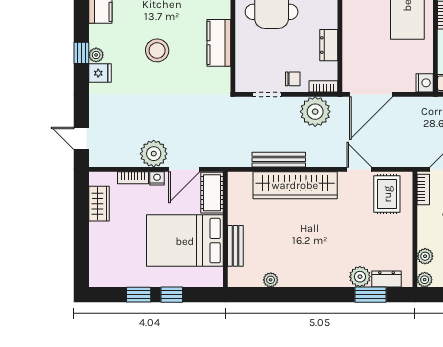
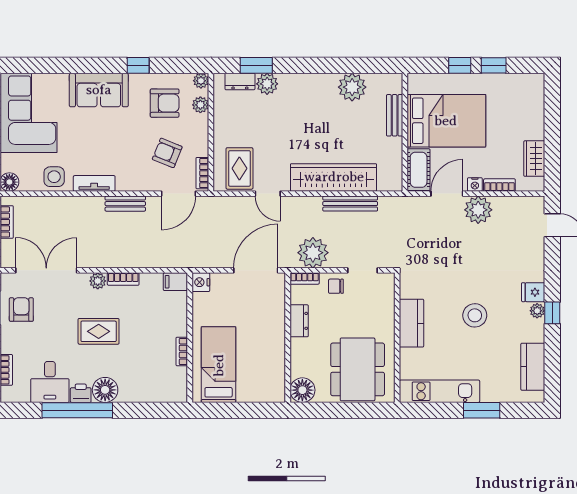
plant: (271, 280) -> (352, 87), width x1.88, depth x1.88

